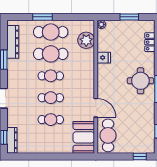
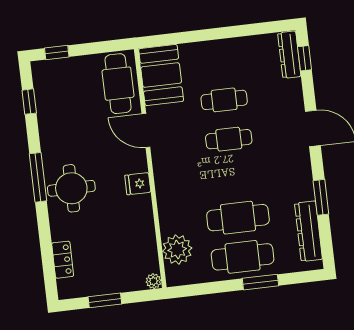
fridge: (104, 58) -> (138, 184), moved
cafe table: (51, 76) -> (233, 178), removed

